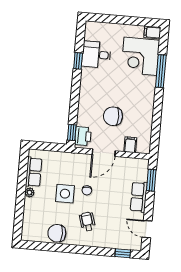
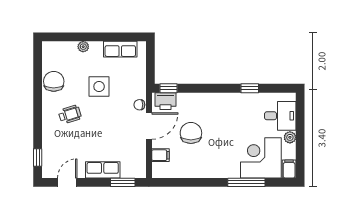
plant: (124, 29) -> (290, 137), added
desk: (96, 55) -> (280, 116), moved, turned 90
door: (104, 153) -> (149, 126), swing flipped
chair: (87, 190) -> (139, 105), moved
plant: (30, 192) -> (83, 47), moved

